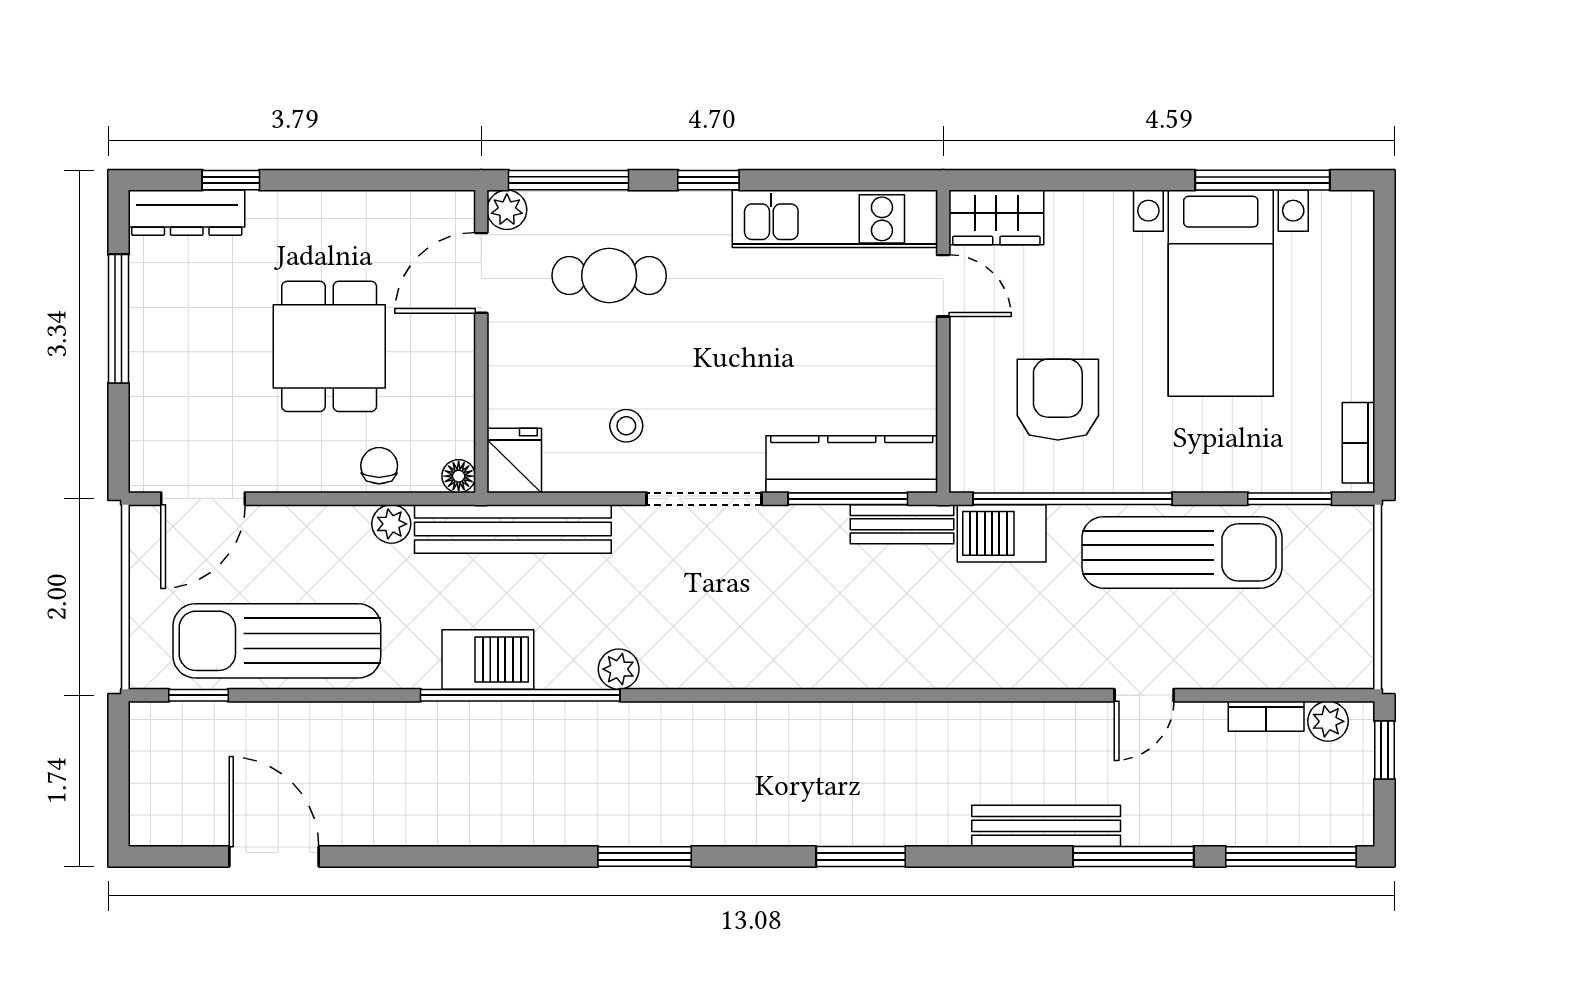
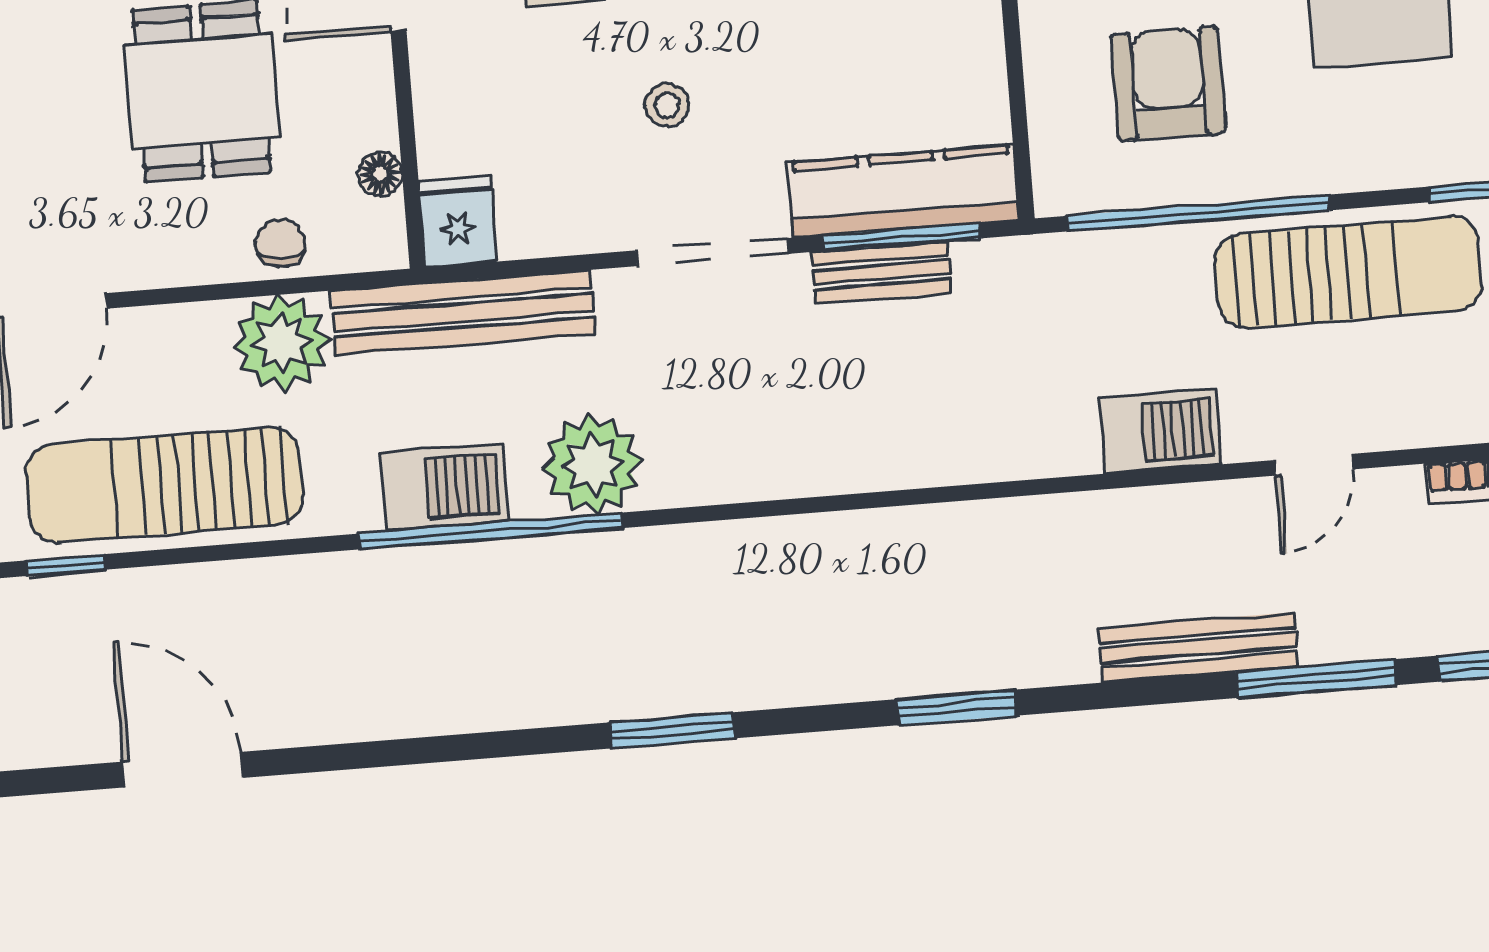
stool: (626, 426) -> (667, 105), moved
floor lamp: (459, 476) -> (380, 174), moved
plant: (391, 524) -> (282, 343), width x1.88, depth x1.88
bench: (902, 524) -> (881, 272), moved
barbecue: (1002, 533) -> (1160, 431), moved, turned 180
plant: (619, 669) -> (592, 465), width x1.88, depth x1.88

